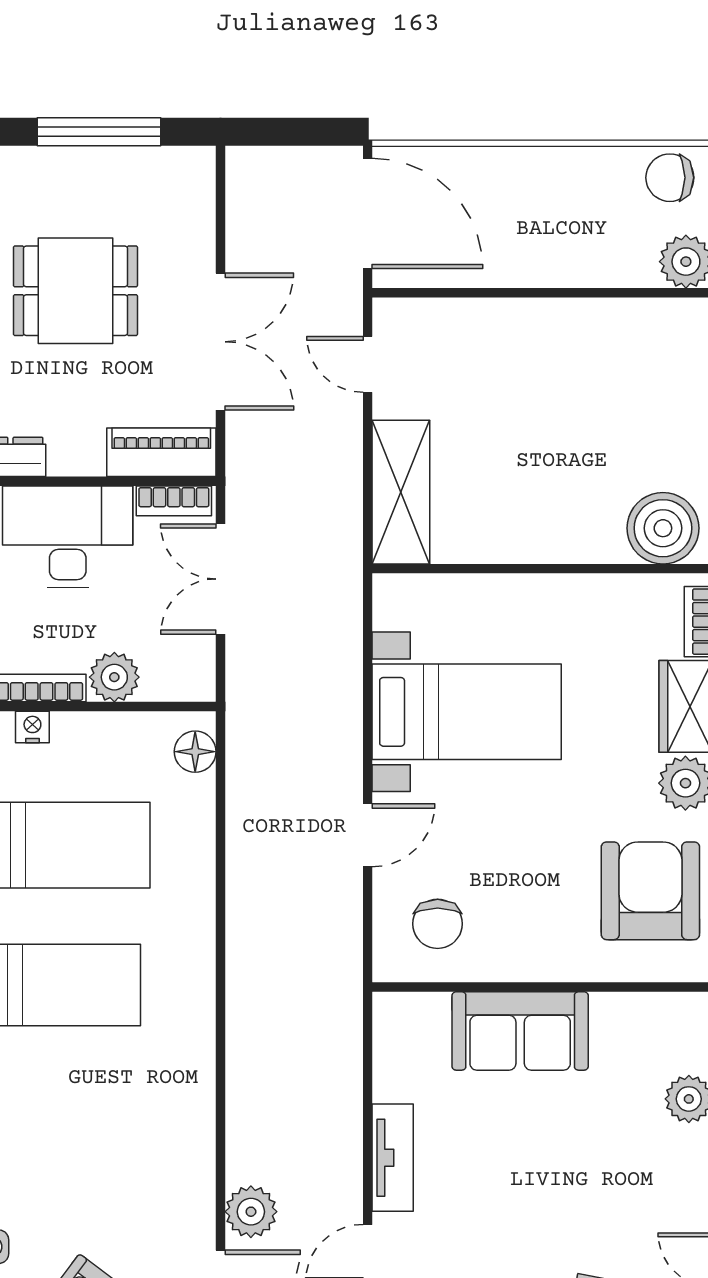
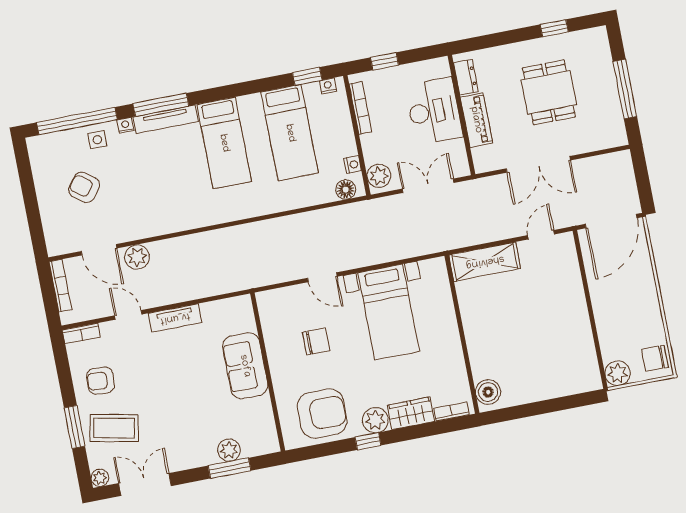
chair: (670, 178) -> (655, 358), turned -90
piano: (161, 452) -> (476, 120), moved
bookcase: (174, 501) -> (460, 157), removed
boiler: (663, 528) -> (488, 392), width x0.73, depth x0.73
plant: (114, 677) -> (379, 176), moved
nightstand: (32, 727) -> (353, 165), moved
chair: (438, 924) -> (316, 341), moved, turned 180

